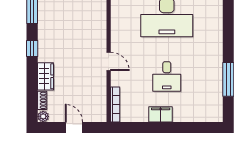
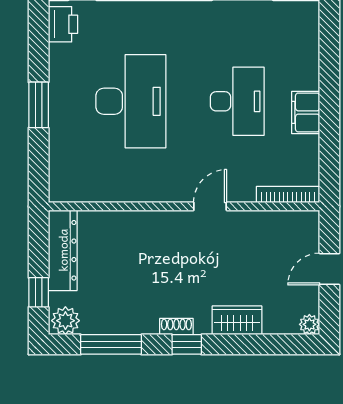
desk: (167, 76) -> (237, 101), width x1.37
shoe rack: (42, 100) -> (176, 327), moved

